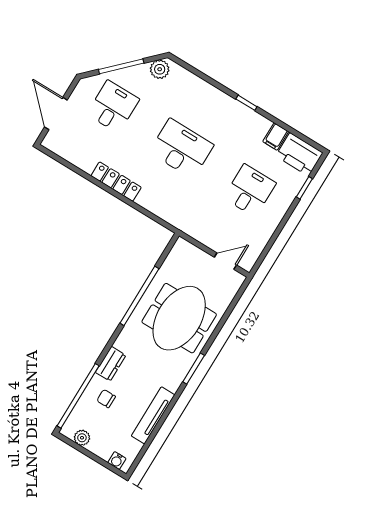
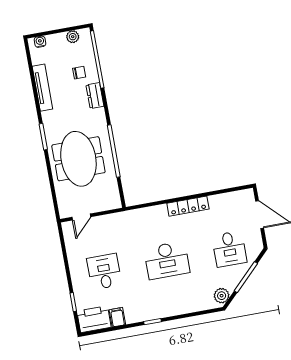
desk: (250, 190) -> (104, 272), turned 180

